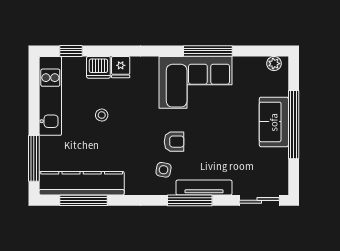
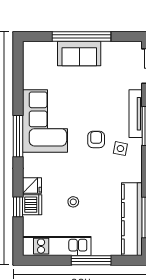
window: (71, 51) -> (18, 207), moved
window: (208, 51) -> (18, 136), moved
plant: (274, 64) -> (29, 53), removed
window: (34, 158) -> (91, 260), moved

